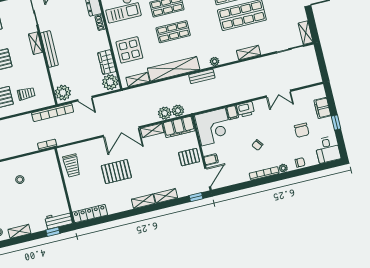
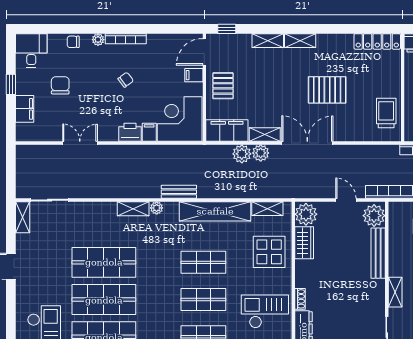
bench: (49, 49) -> (378, 253), moved
shelving: (249, 53) -> (133, 209), moved
plant: (178, 111) -> (261, 153), moved
pallet: (189, 157) -> (223, 86), turned 90

